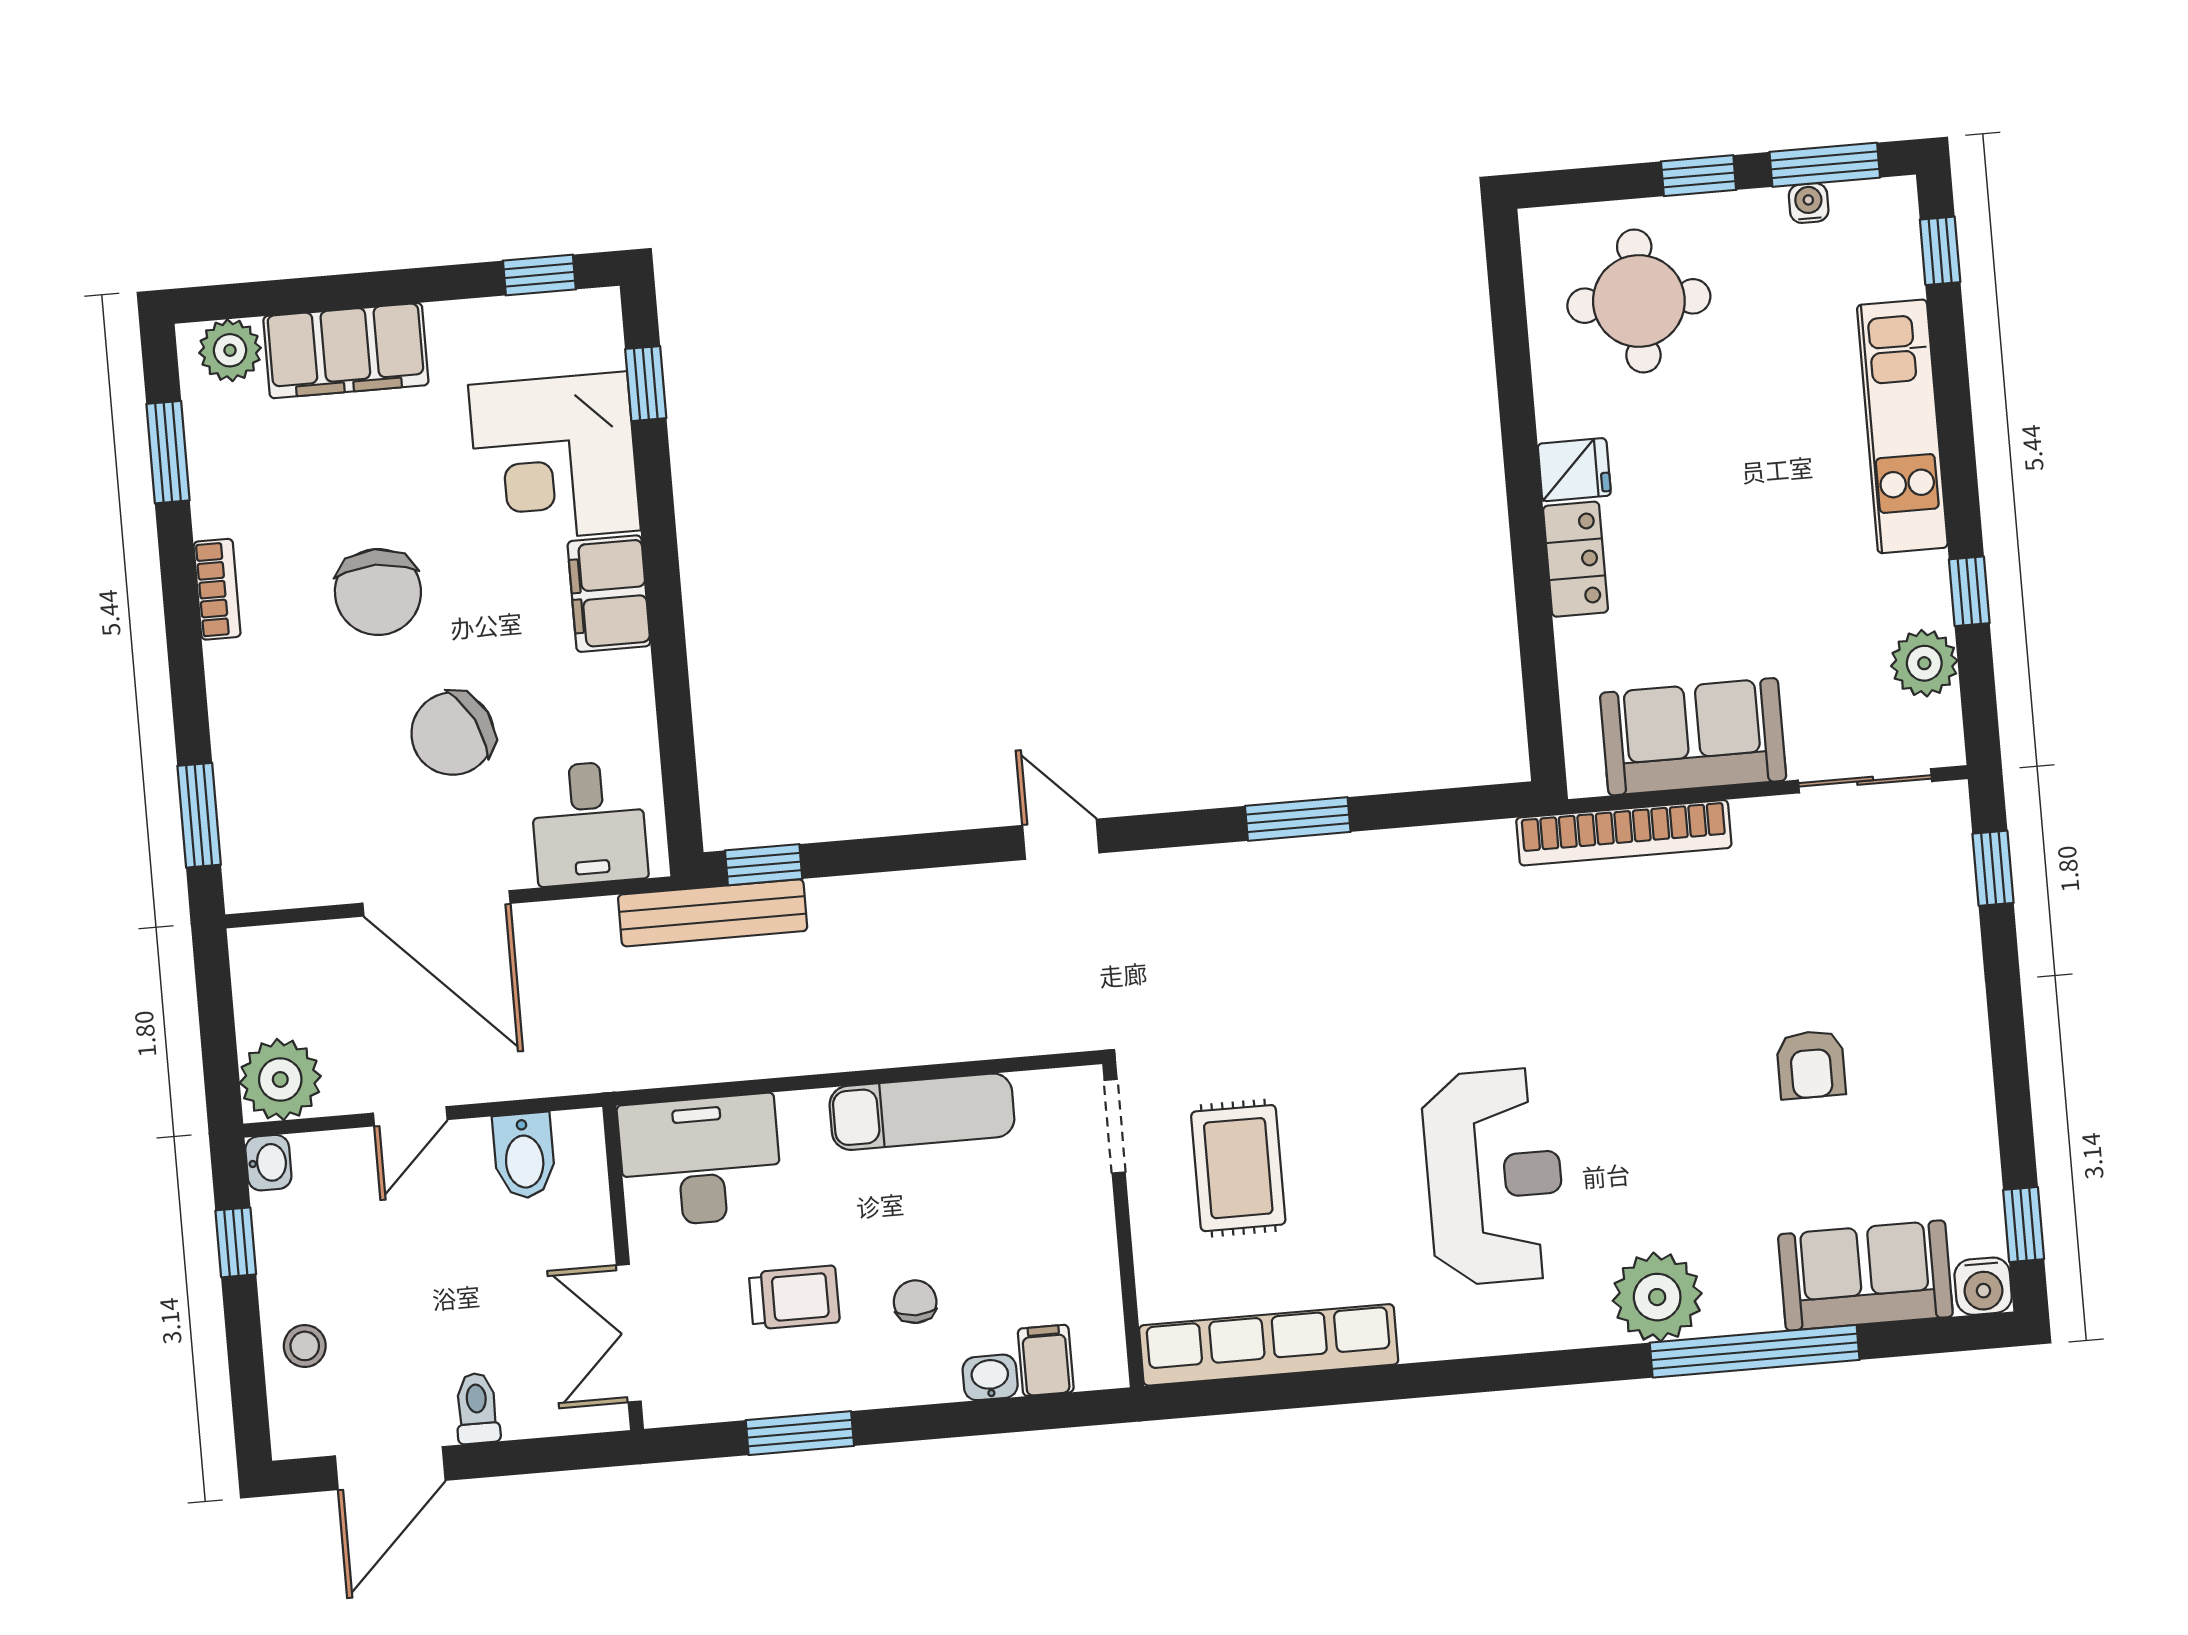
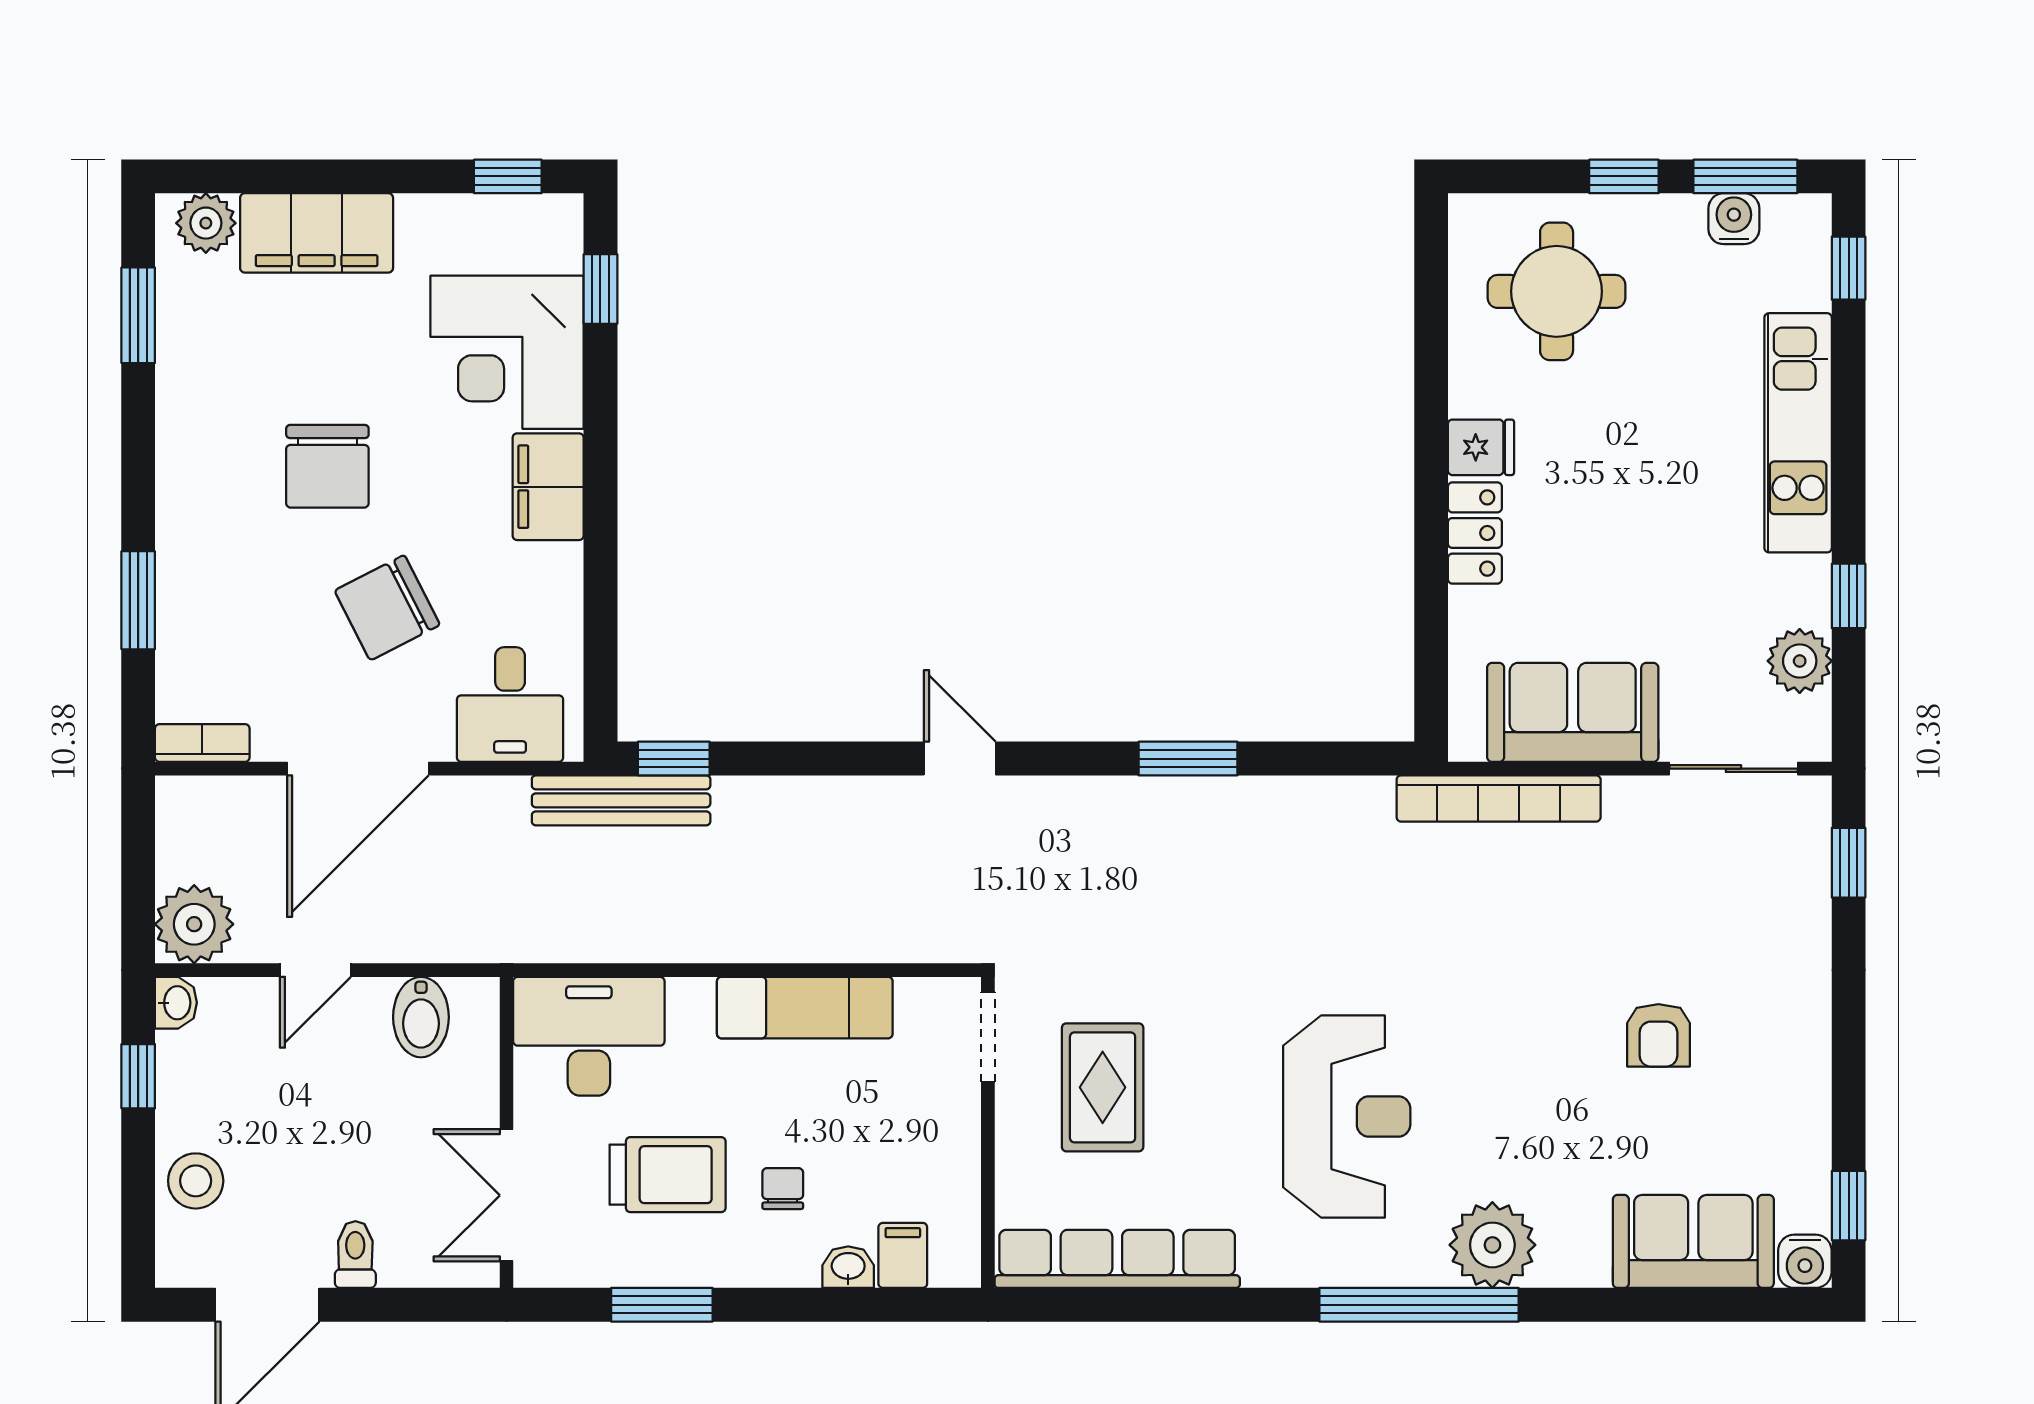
water cooler: (1809, 203) -> (1734, 219), width x1.38, depth x1.38
bookcase: (217, 589) -> (202, 743), moved, turned -90
window: (199, 815) -> (138, 600), moved
door: (436, 903) -> (358, 769), hinge flipped
trolley: (794, 1297) -> (668, 1175), width x1.36, depth x1.39
stool: (305, 1346) -> (196, 1181), width x1.37, depth x1.37
window: (1755, 1351) -> (1419, 1305), moved

